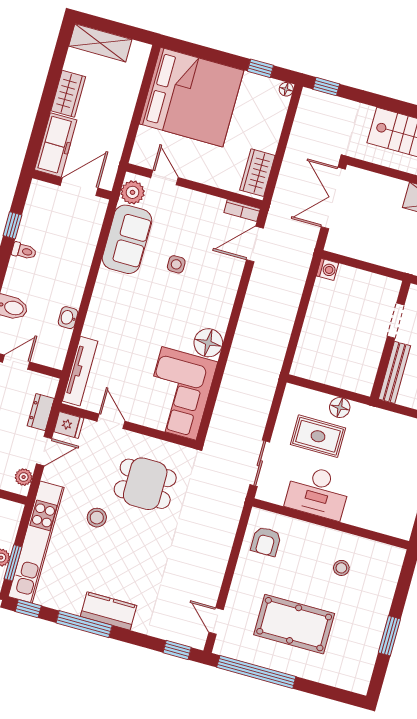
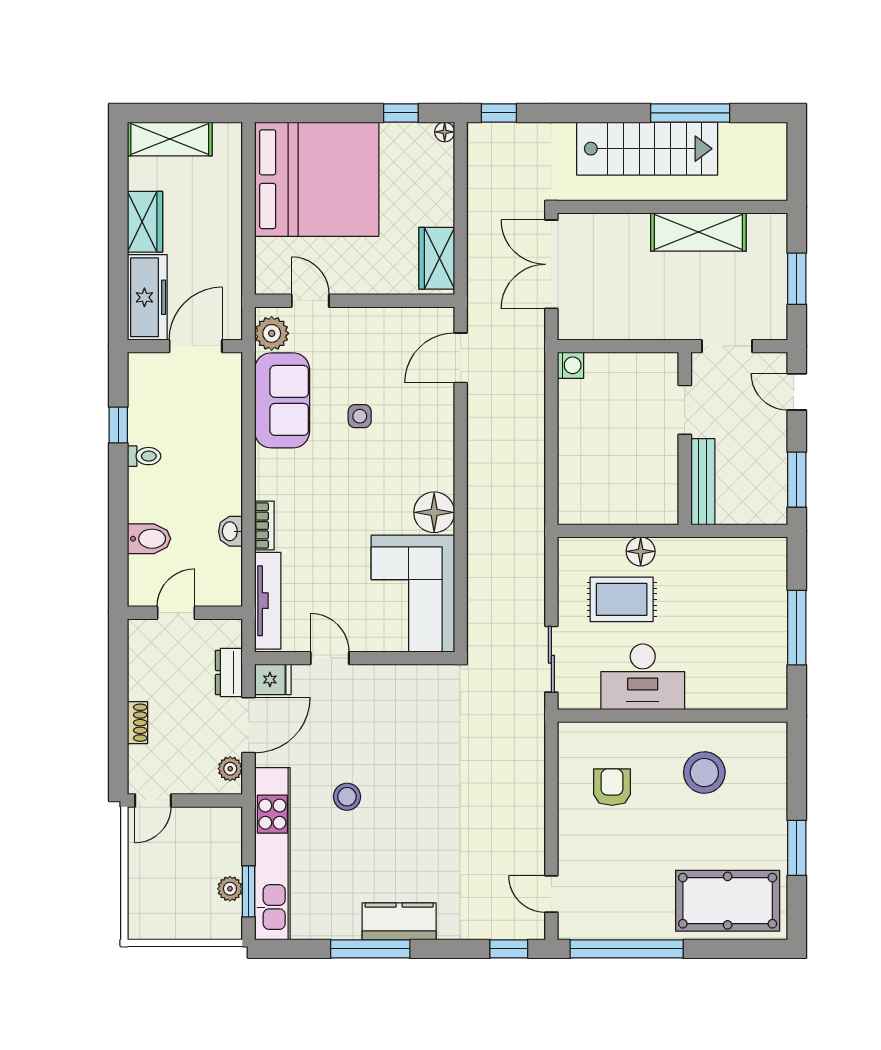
bookcase: (242, 211) -> (264, 526), moved, turned -90
door: (44, 451) -> (249, 725), width x1.38
dining table: (145, 484) -> (401, 731), removed
armchair: (266, 542) -> (612, 787), moved, turned 180
stool: (341, 568) -> (704, 773), width x1.89, depth x1.89
window: (28, 609) -> (287, 949), removed
pool table: (294, 624) -> (728, 901), moved

